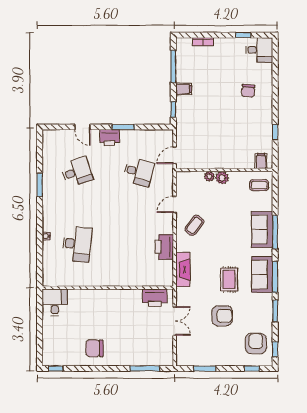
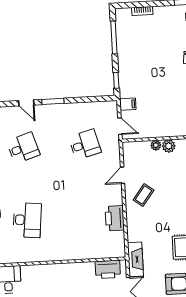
filing cabinet: (184, 89) -> (128, 104), moved
window: (123, 127) -> (53, 101), moved
printer: (110, 138) -> (54, 112), removed
door: (175, 155) -> (120, 126), swing flipped
desk: (139, 172) -> (85, 145), turned -30
fireplace: (183, 270) -> (135, 259), moved

